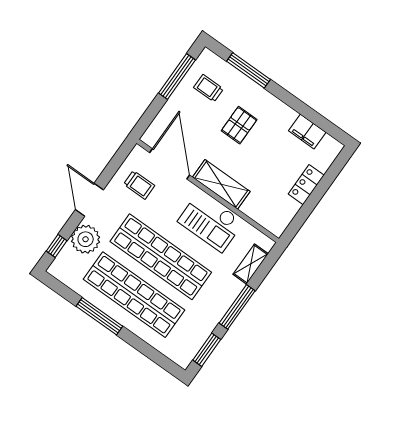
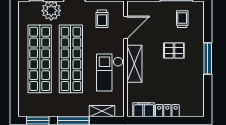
window: (249, 70) -> (208, 59), moved
filing cabinet: (307, 132) -> (144, 110), moved, turned 90
door: (170, 164) -> (125, 27), width x0.73
window: (99, 316) -> (14, 48), removed

